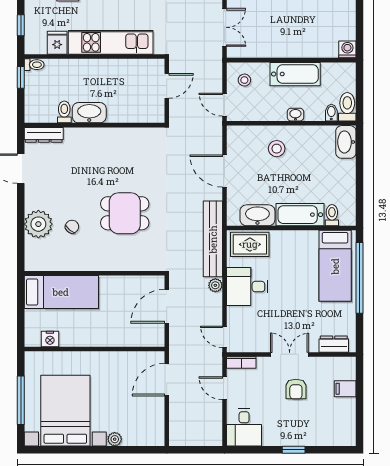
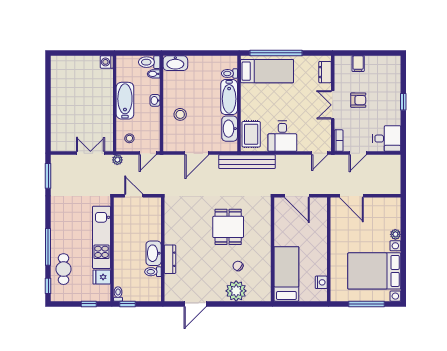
dresser: (44, 135) -> (170, 259), moved
plant: (215, 285) -> (117, 160), moved

